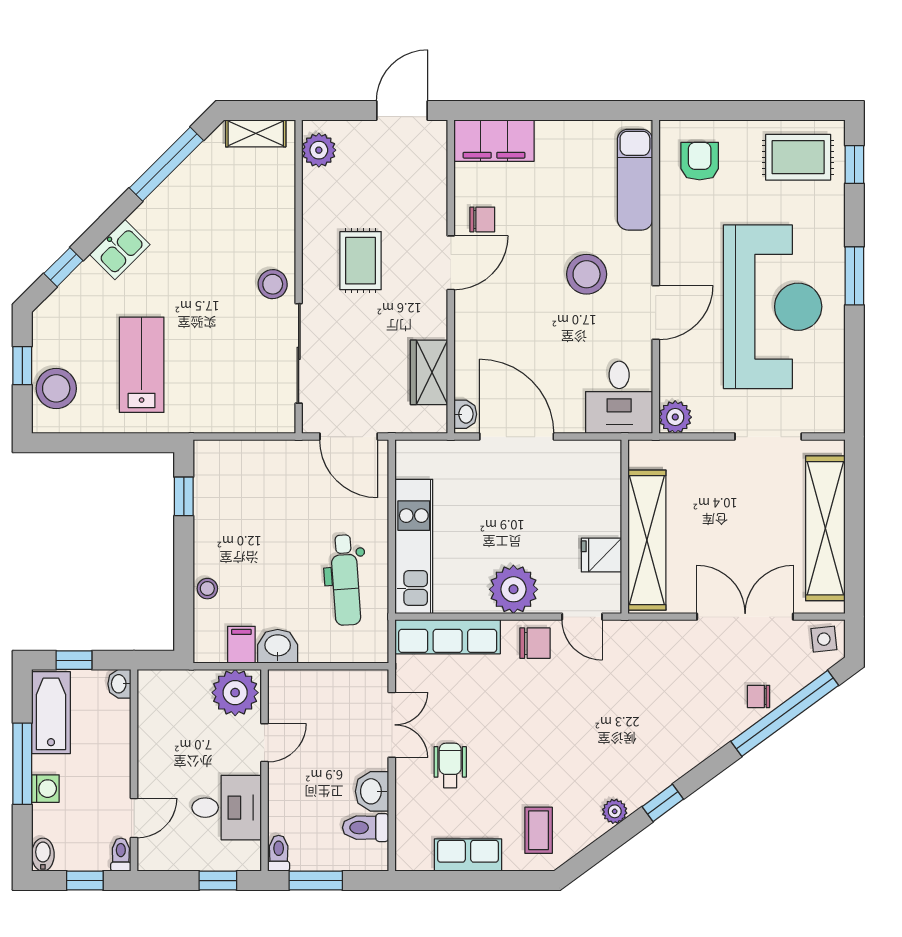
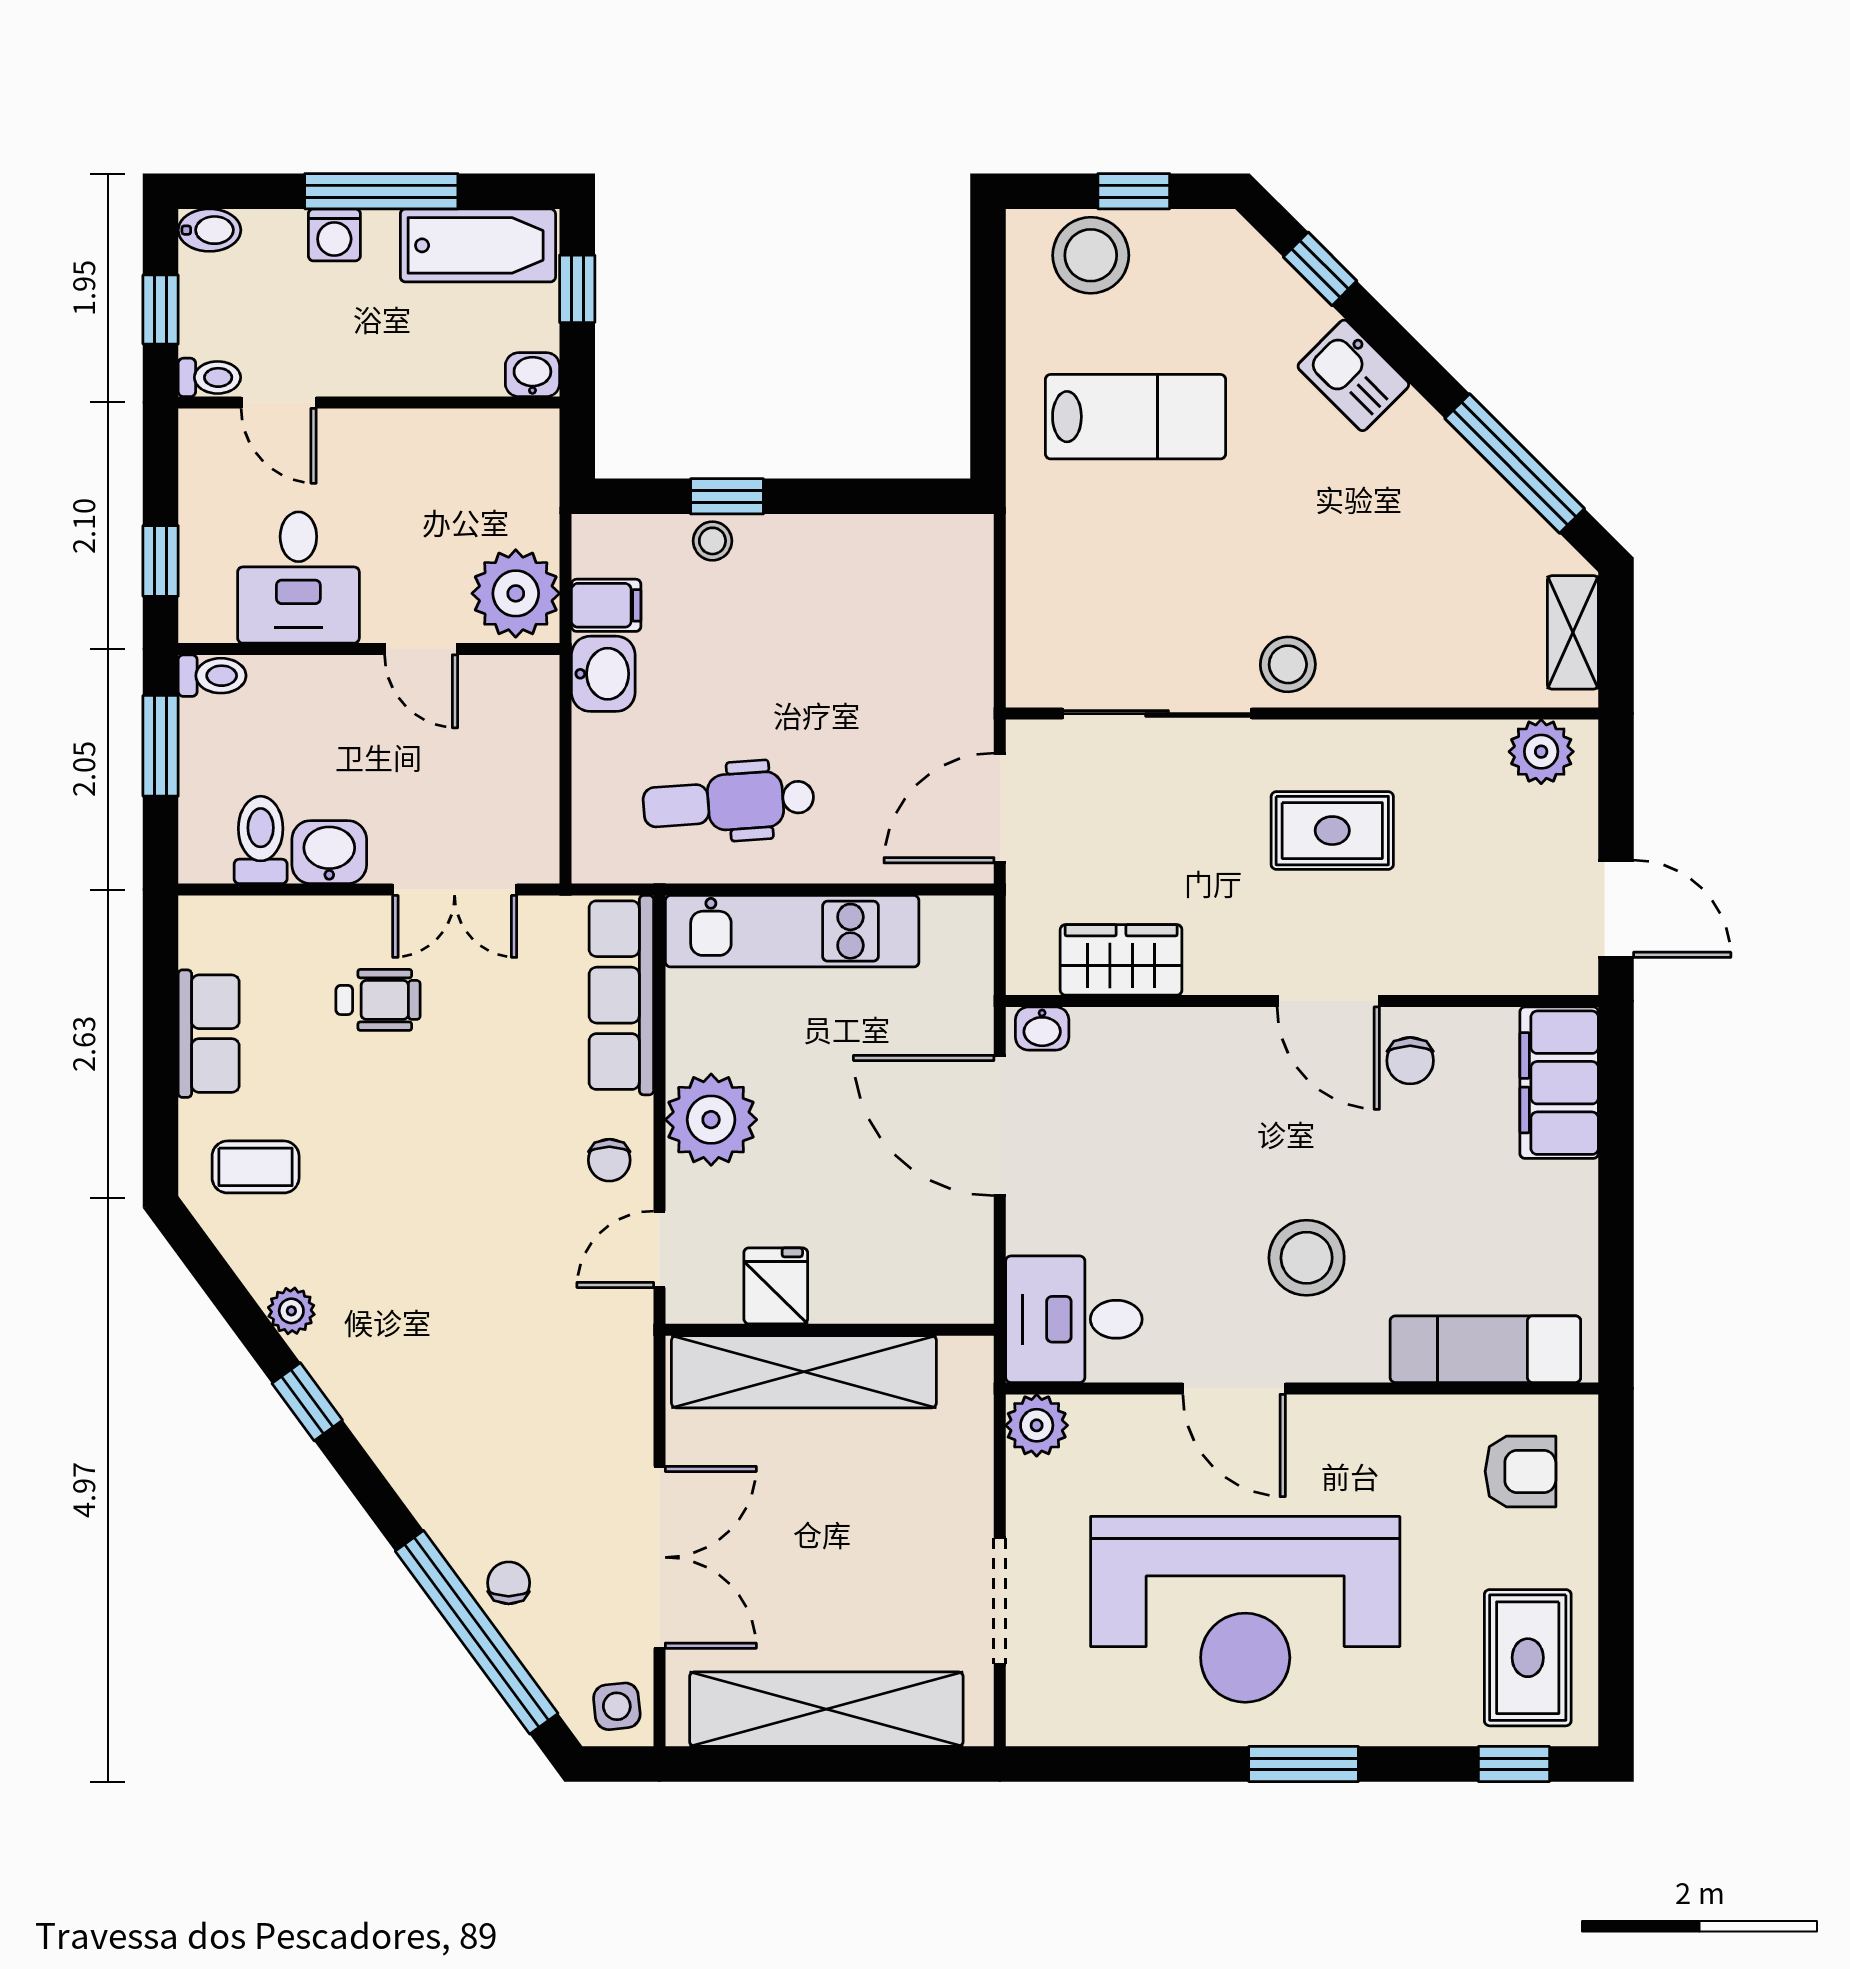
door: (517, 437) -> (1000, 1126), swing flipped
window: (184, 496) -> (727, 496), moved
chair: (535, 643) -> (609, 1160), width x0.73, depth x0.73

